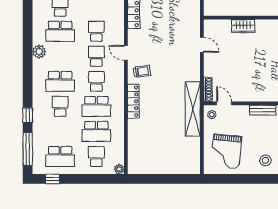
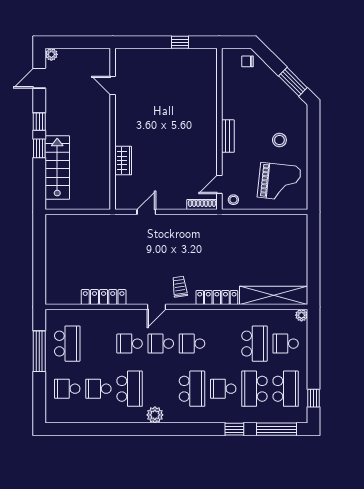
school desk: (96, 106) -> (254, 389), moved, turned 180
shelving: (193, 109) -> (274, 295), moved
stool: (265, 160) -> (279, 140), moved

